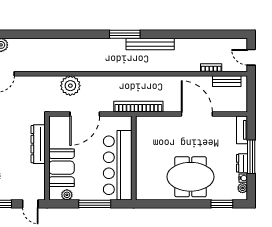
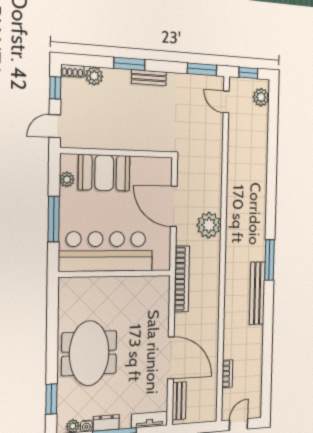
bench: (227, 81) -> (179, 401), moved
plant: (70, 86) -> (209, 225), moved
door: (197, 114) -> (171, 358), hinge flipped
dresser: (38, 144) -> (136, 141), removed

